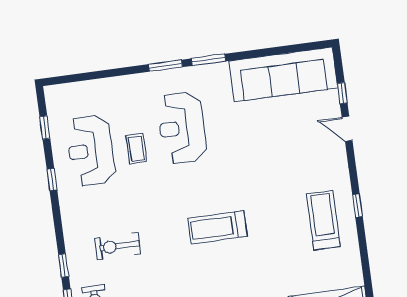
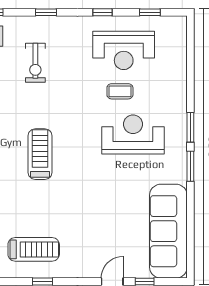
reception desk: (91, 151) -> (124, 50), turned 180
exercise bike: (118, 246) -> (35, 63), turned 180
window: (64, 266) -> (46, 12), moved

